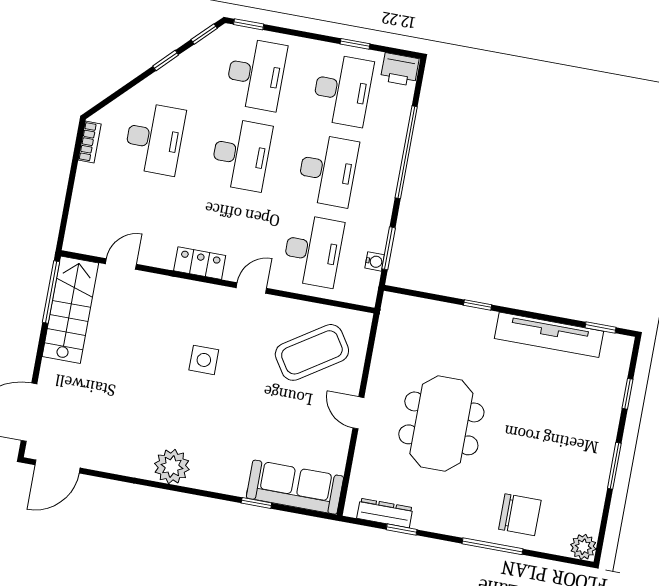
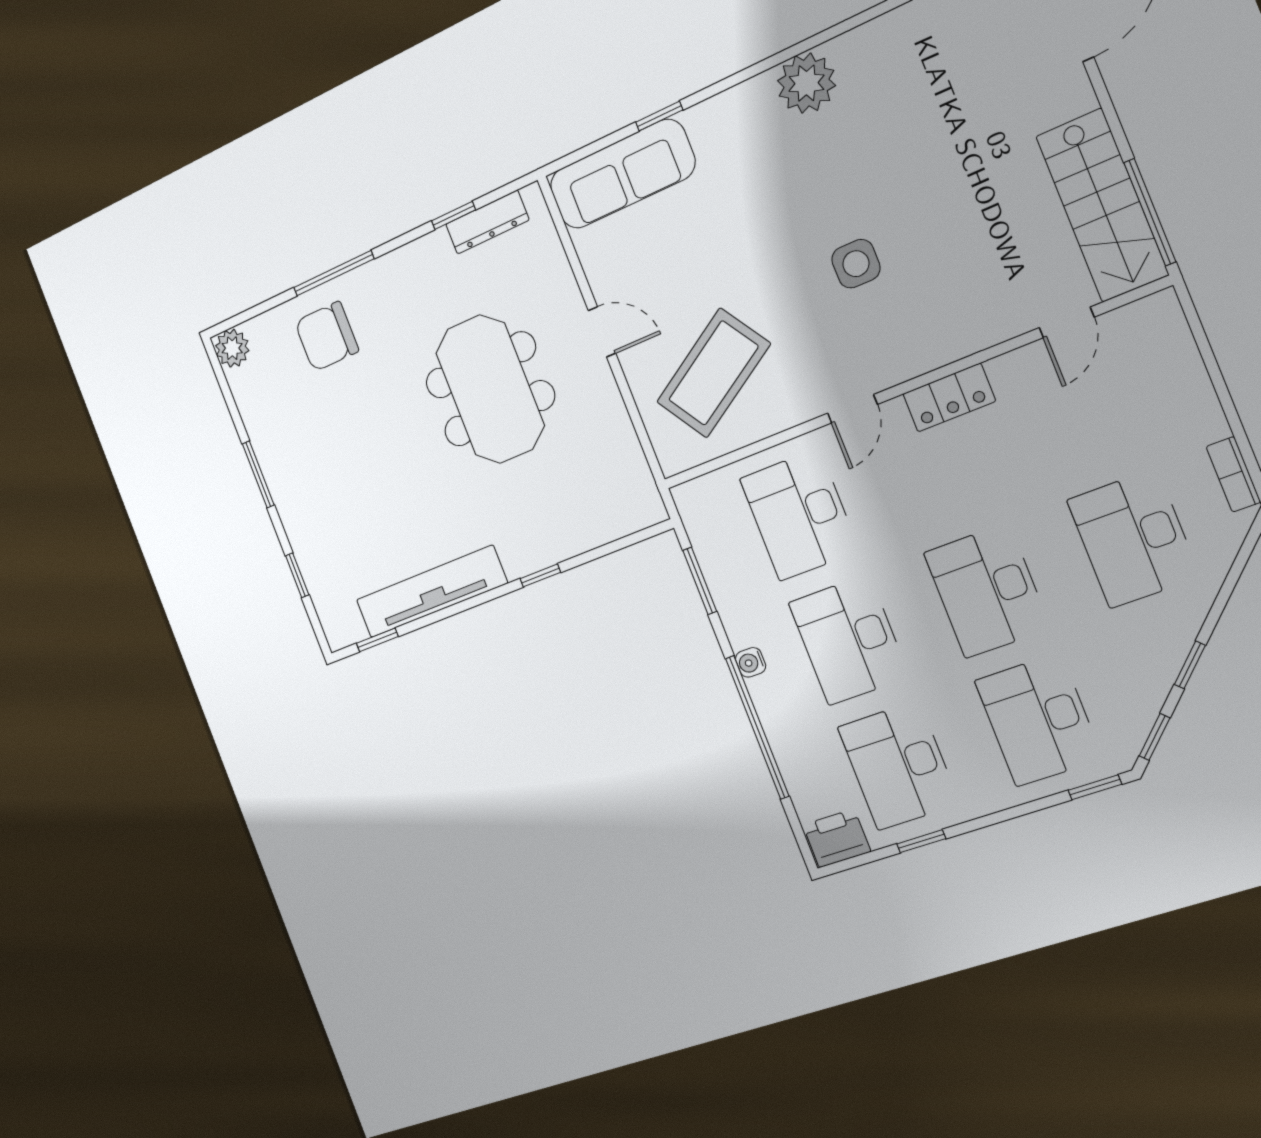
water cooler: (375, 261) -> (751, 662), moved

